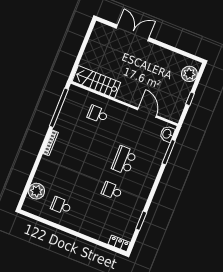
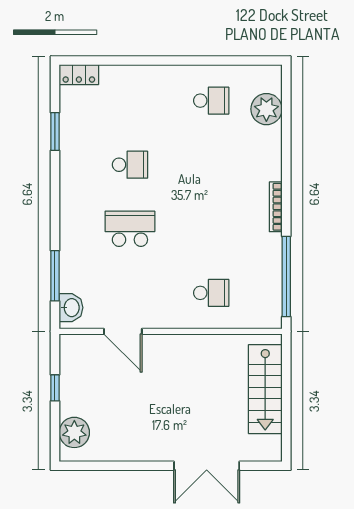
stairs: (96, 82) -> (265, 389), moved, turned 90
school desk: (124, 160) -> (130, 229), turned -90

